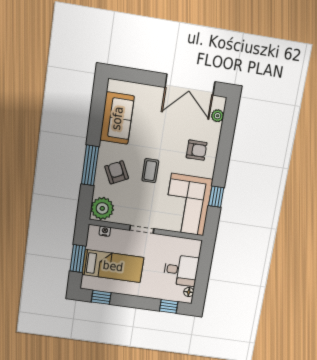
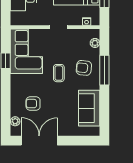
armchair: (197, 150) -> (33, 104), moved
armchair: (117, 172) -> (84, 68), turned 122
plant: (102, 208) -> (95, 43), width x0.53, depth x0.53

